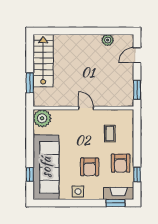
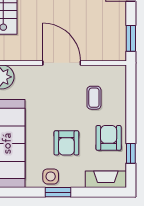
door: (86, 108) -> (62, 63), width x1.87
armchair: (121, 163) -> (109, 138), turned 180
window: (115, 203) -> (58, 192), moved

